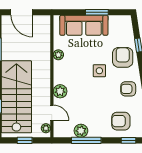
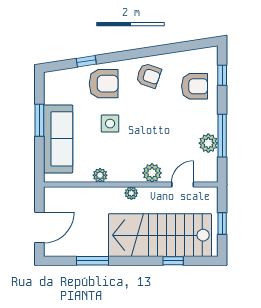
armchair: (123, 57) -> (104, 84), turned 180
side table: (99, 71) -> (110, 124), moved
armchair: (128, 89) -> (149, 76), turned -71
armchair: (121, 121) -> (195, 86), turned -90
plant: (46, 128) -> (131, 193), moved

